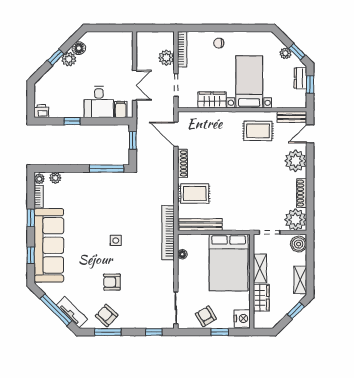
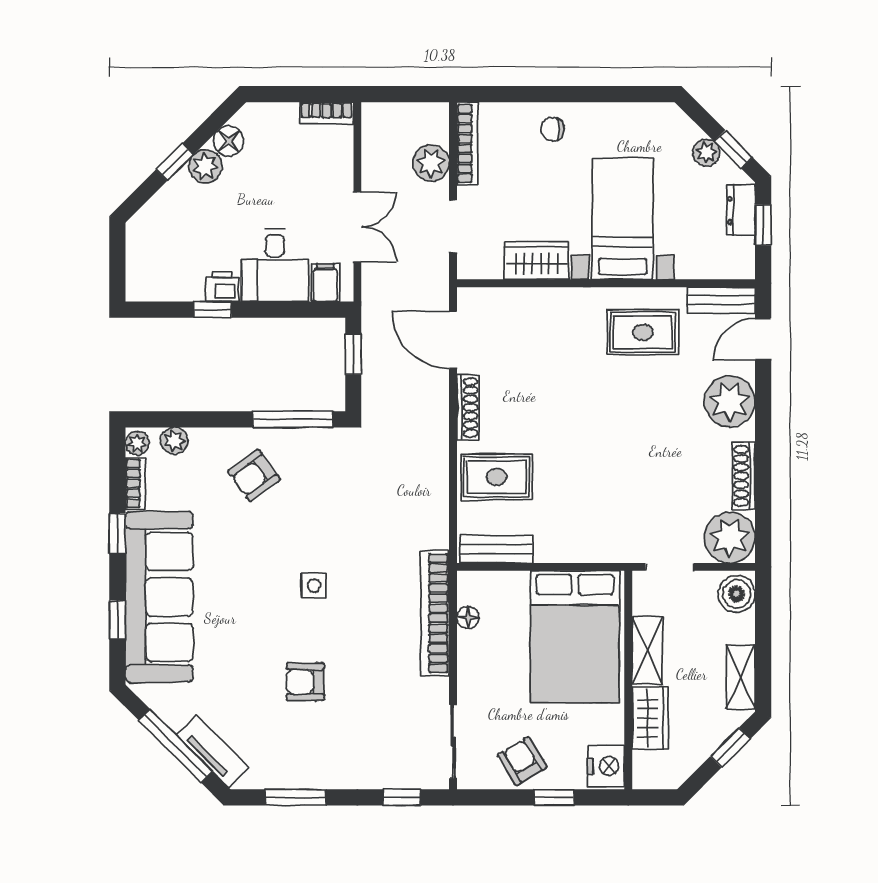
bookcase: (121, 36) -> (326, 113), added
printer: (41, 111) -> (222, 287), moved
bench: (200, 225) -> (497, 549), width x0.73
bookcase: (168, 233) -> (435, 613), moved
armchair: (107, 315) -> (254, 475), moved, turned -79

